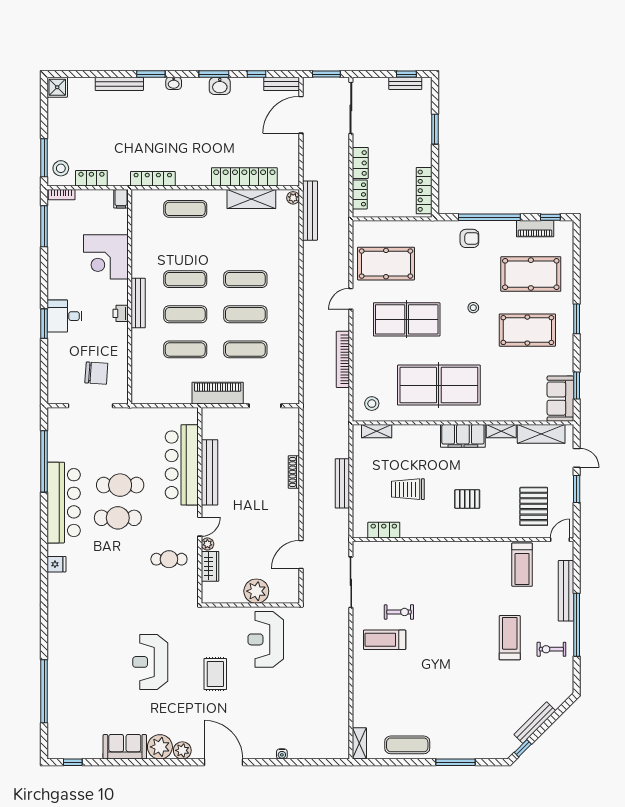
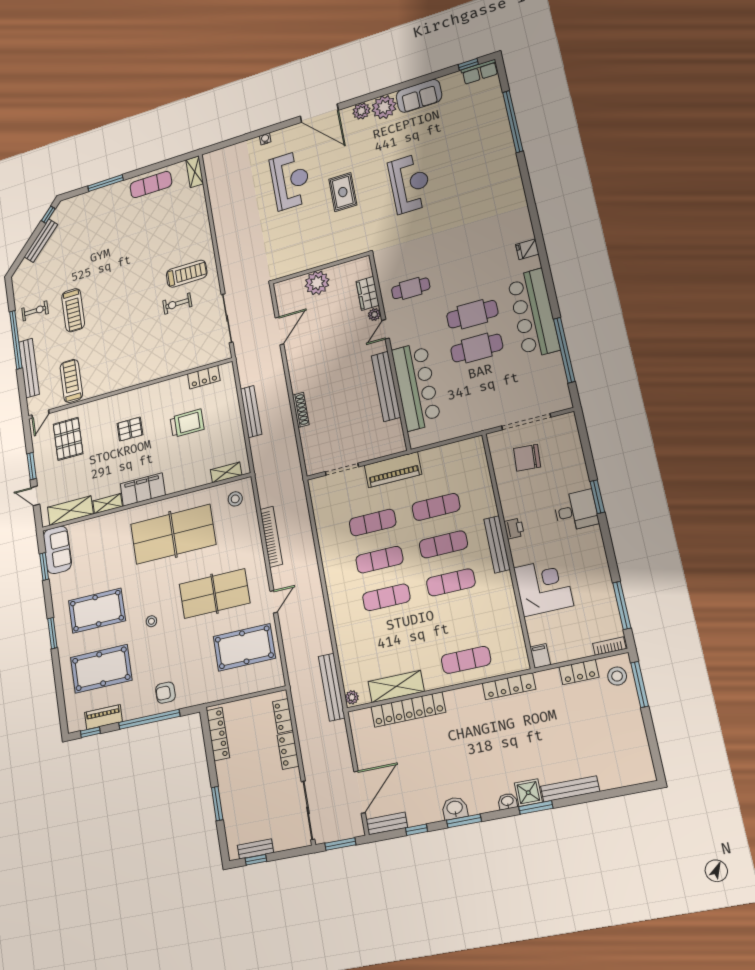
shower: (57, 87) -> (528, 793), moved
reception desk: (266, 639) -> (290, 180), moved
row of seats: (64, 751) -> (480, 72), added

